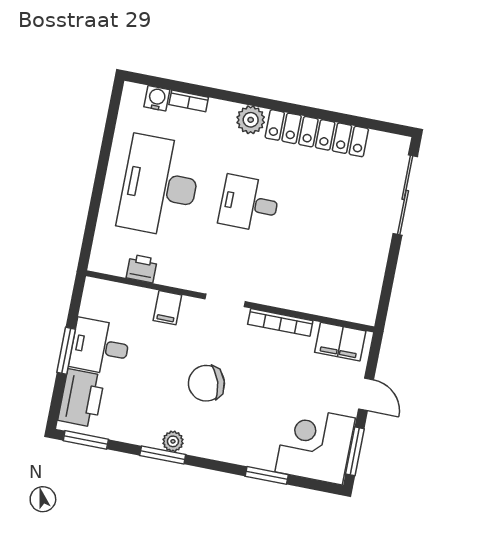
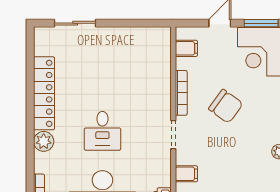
sliding door: (405, 195) -> (75, 23), width x0.73
filing cabinet: (340, 342) -> (186, 48), width x0.50
chair: (206, 383) -> (226, 106), moved, turned -36

